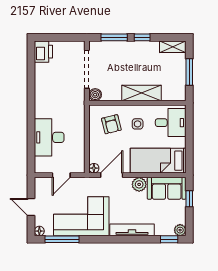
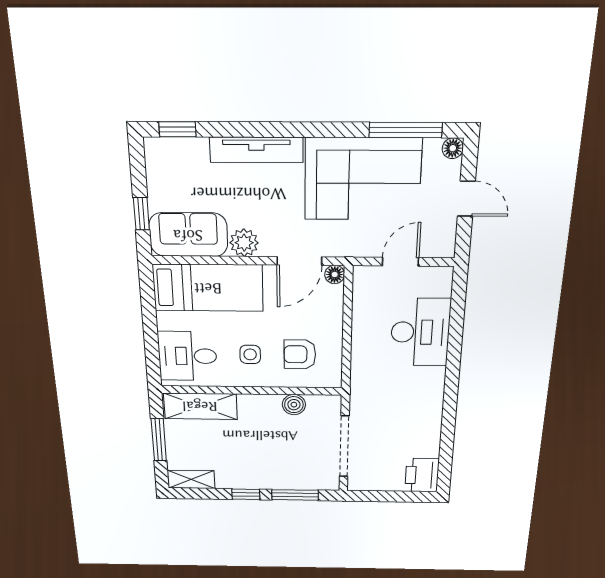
shelving: (141, 93) -> (200, 406), moved
boiler: (95, 95) -> (294, 405), moved
armchair: (111, 124) -> (300, 354), turned -76
plant: (180, 230) -> (156, 149), removed

